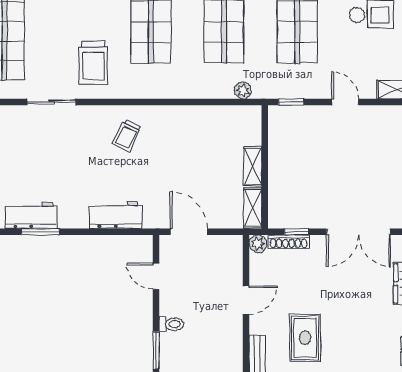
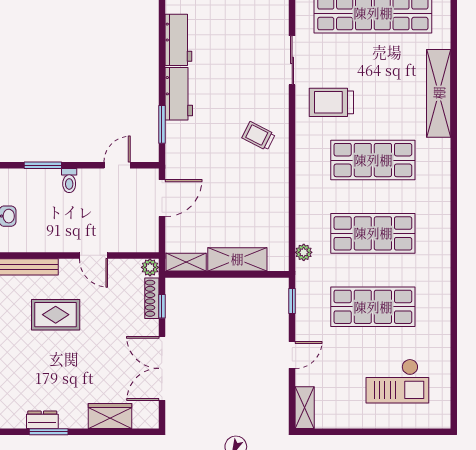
shelving: (253, 166) -> (237, 259), width x1.50, depth x1.33
workbench: (116, 215) -> (179, 94), moved
window: (40, 232) -> (162, 124), moved

